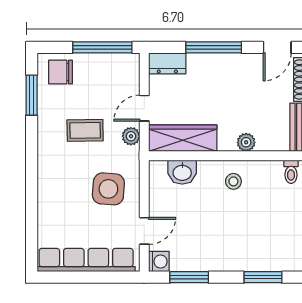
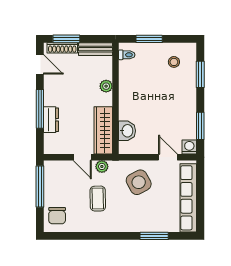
dresser: (167, 63) -> (51, 120), moved
window: (32, 95) -> (154, 236), moved
stool: (233, 181) -> (174, 62), moved
side table: (108, 189) -> (139, 182), turned -32

